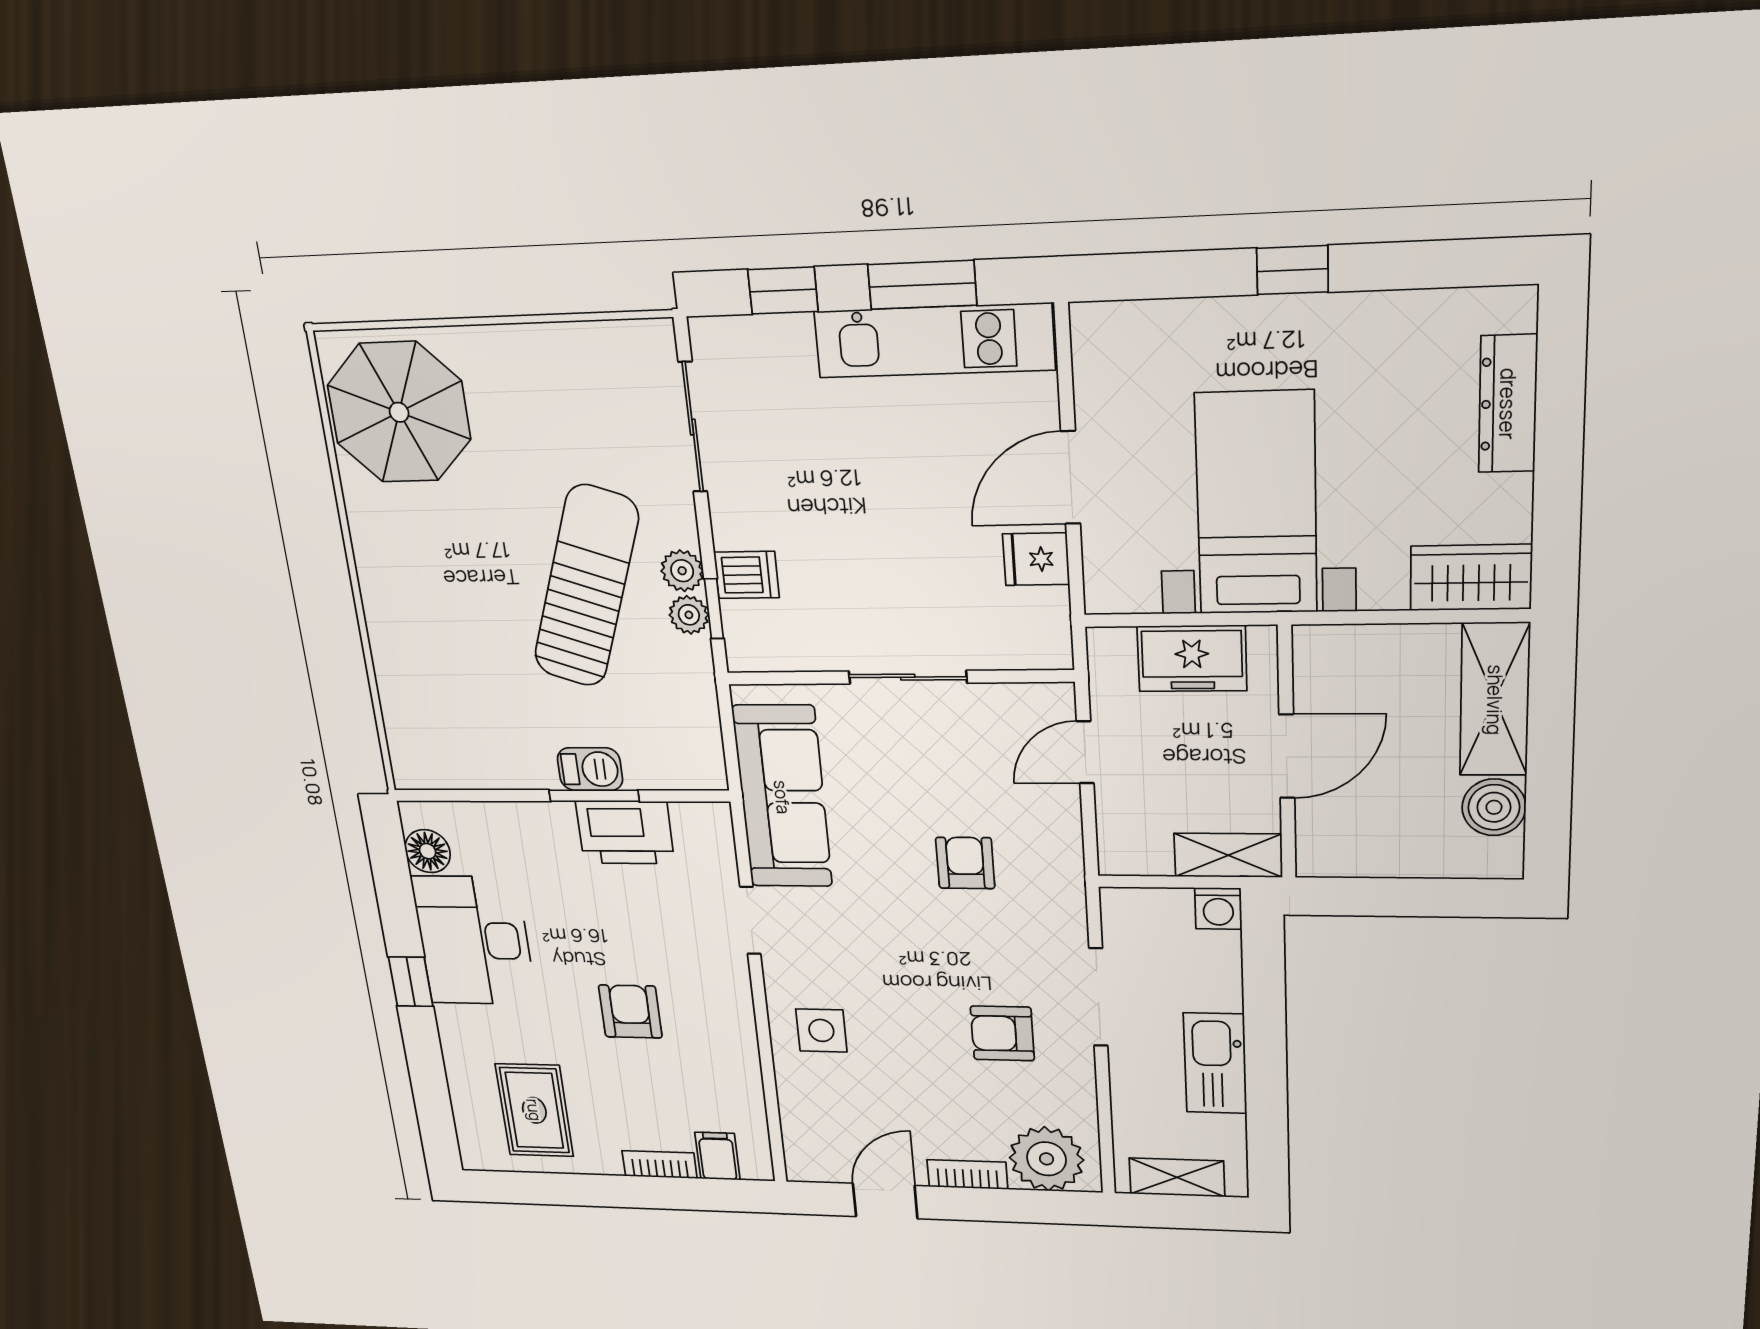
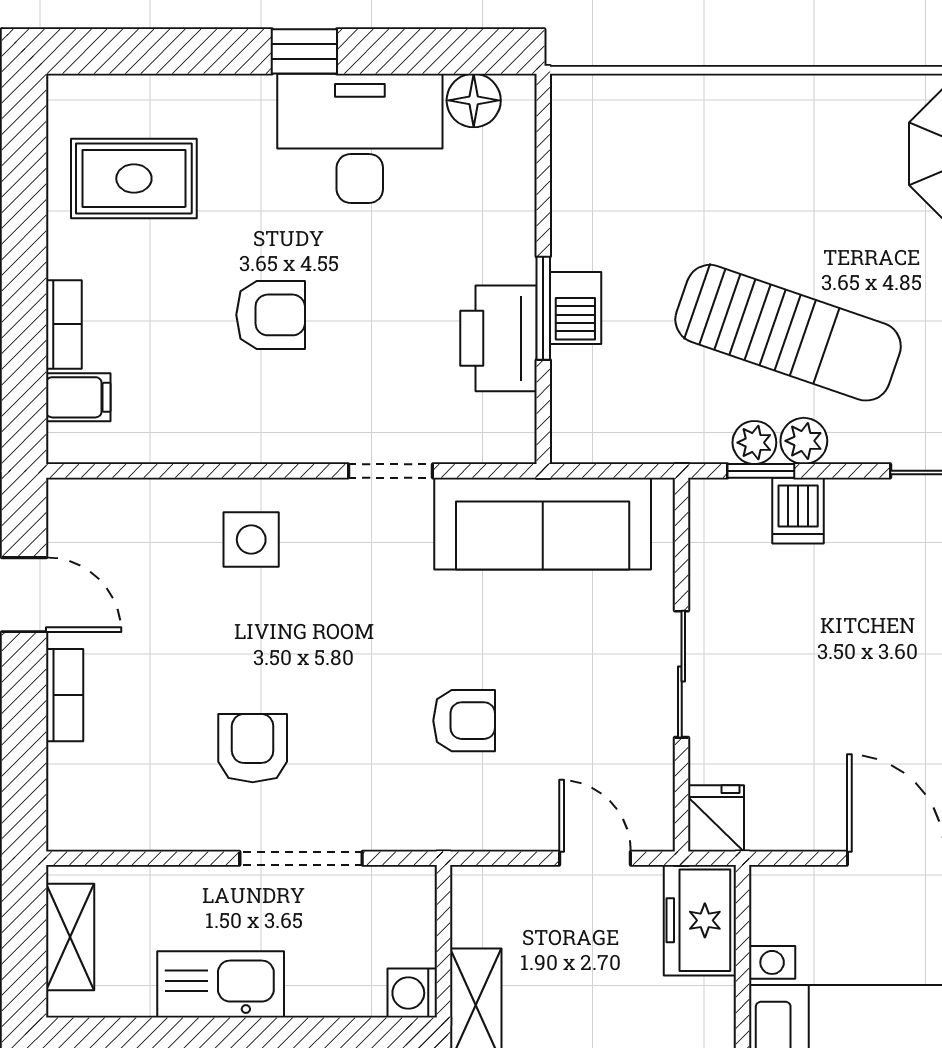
fridge: (1036, 559) -> (716, 818), moved
freezer: (1192, 658) -> (700, 920), moved
plant: (1047, 1159) -> (89, 789), removed

